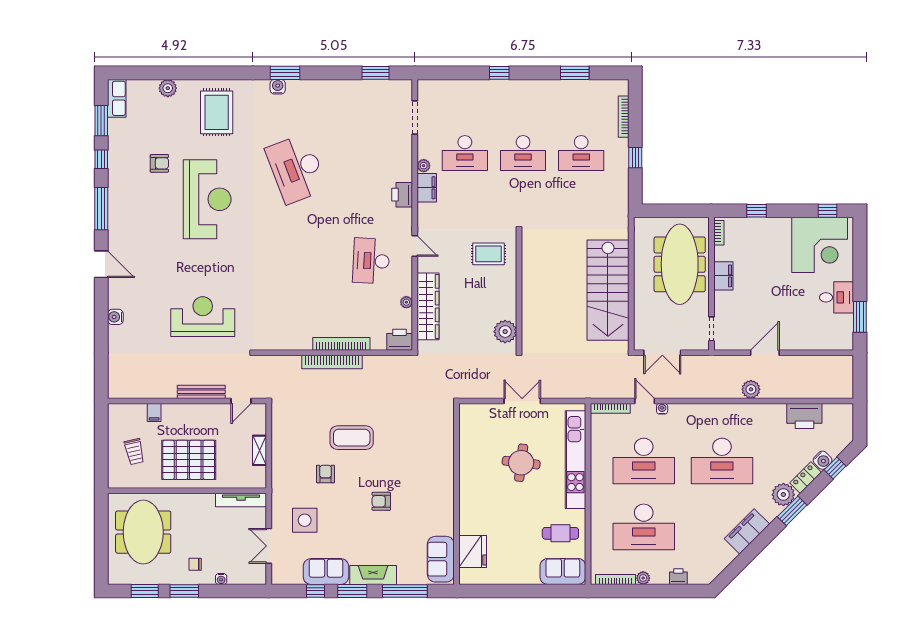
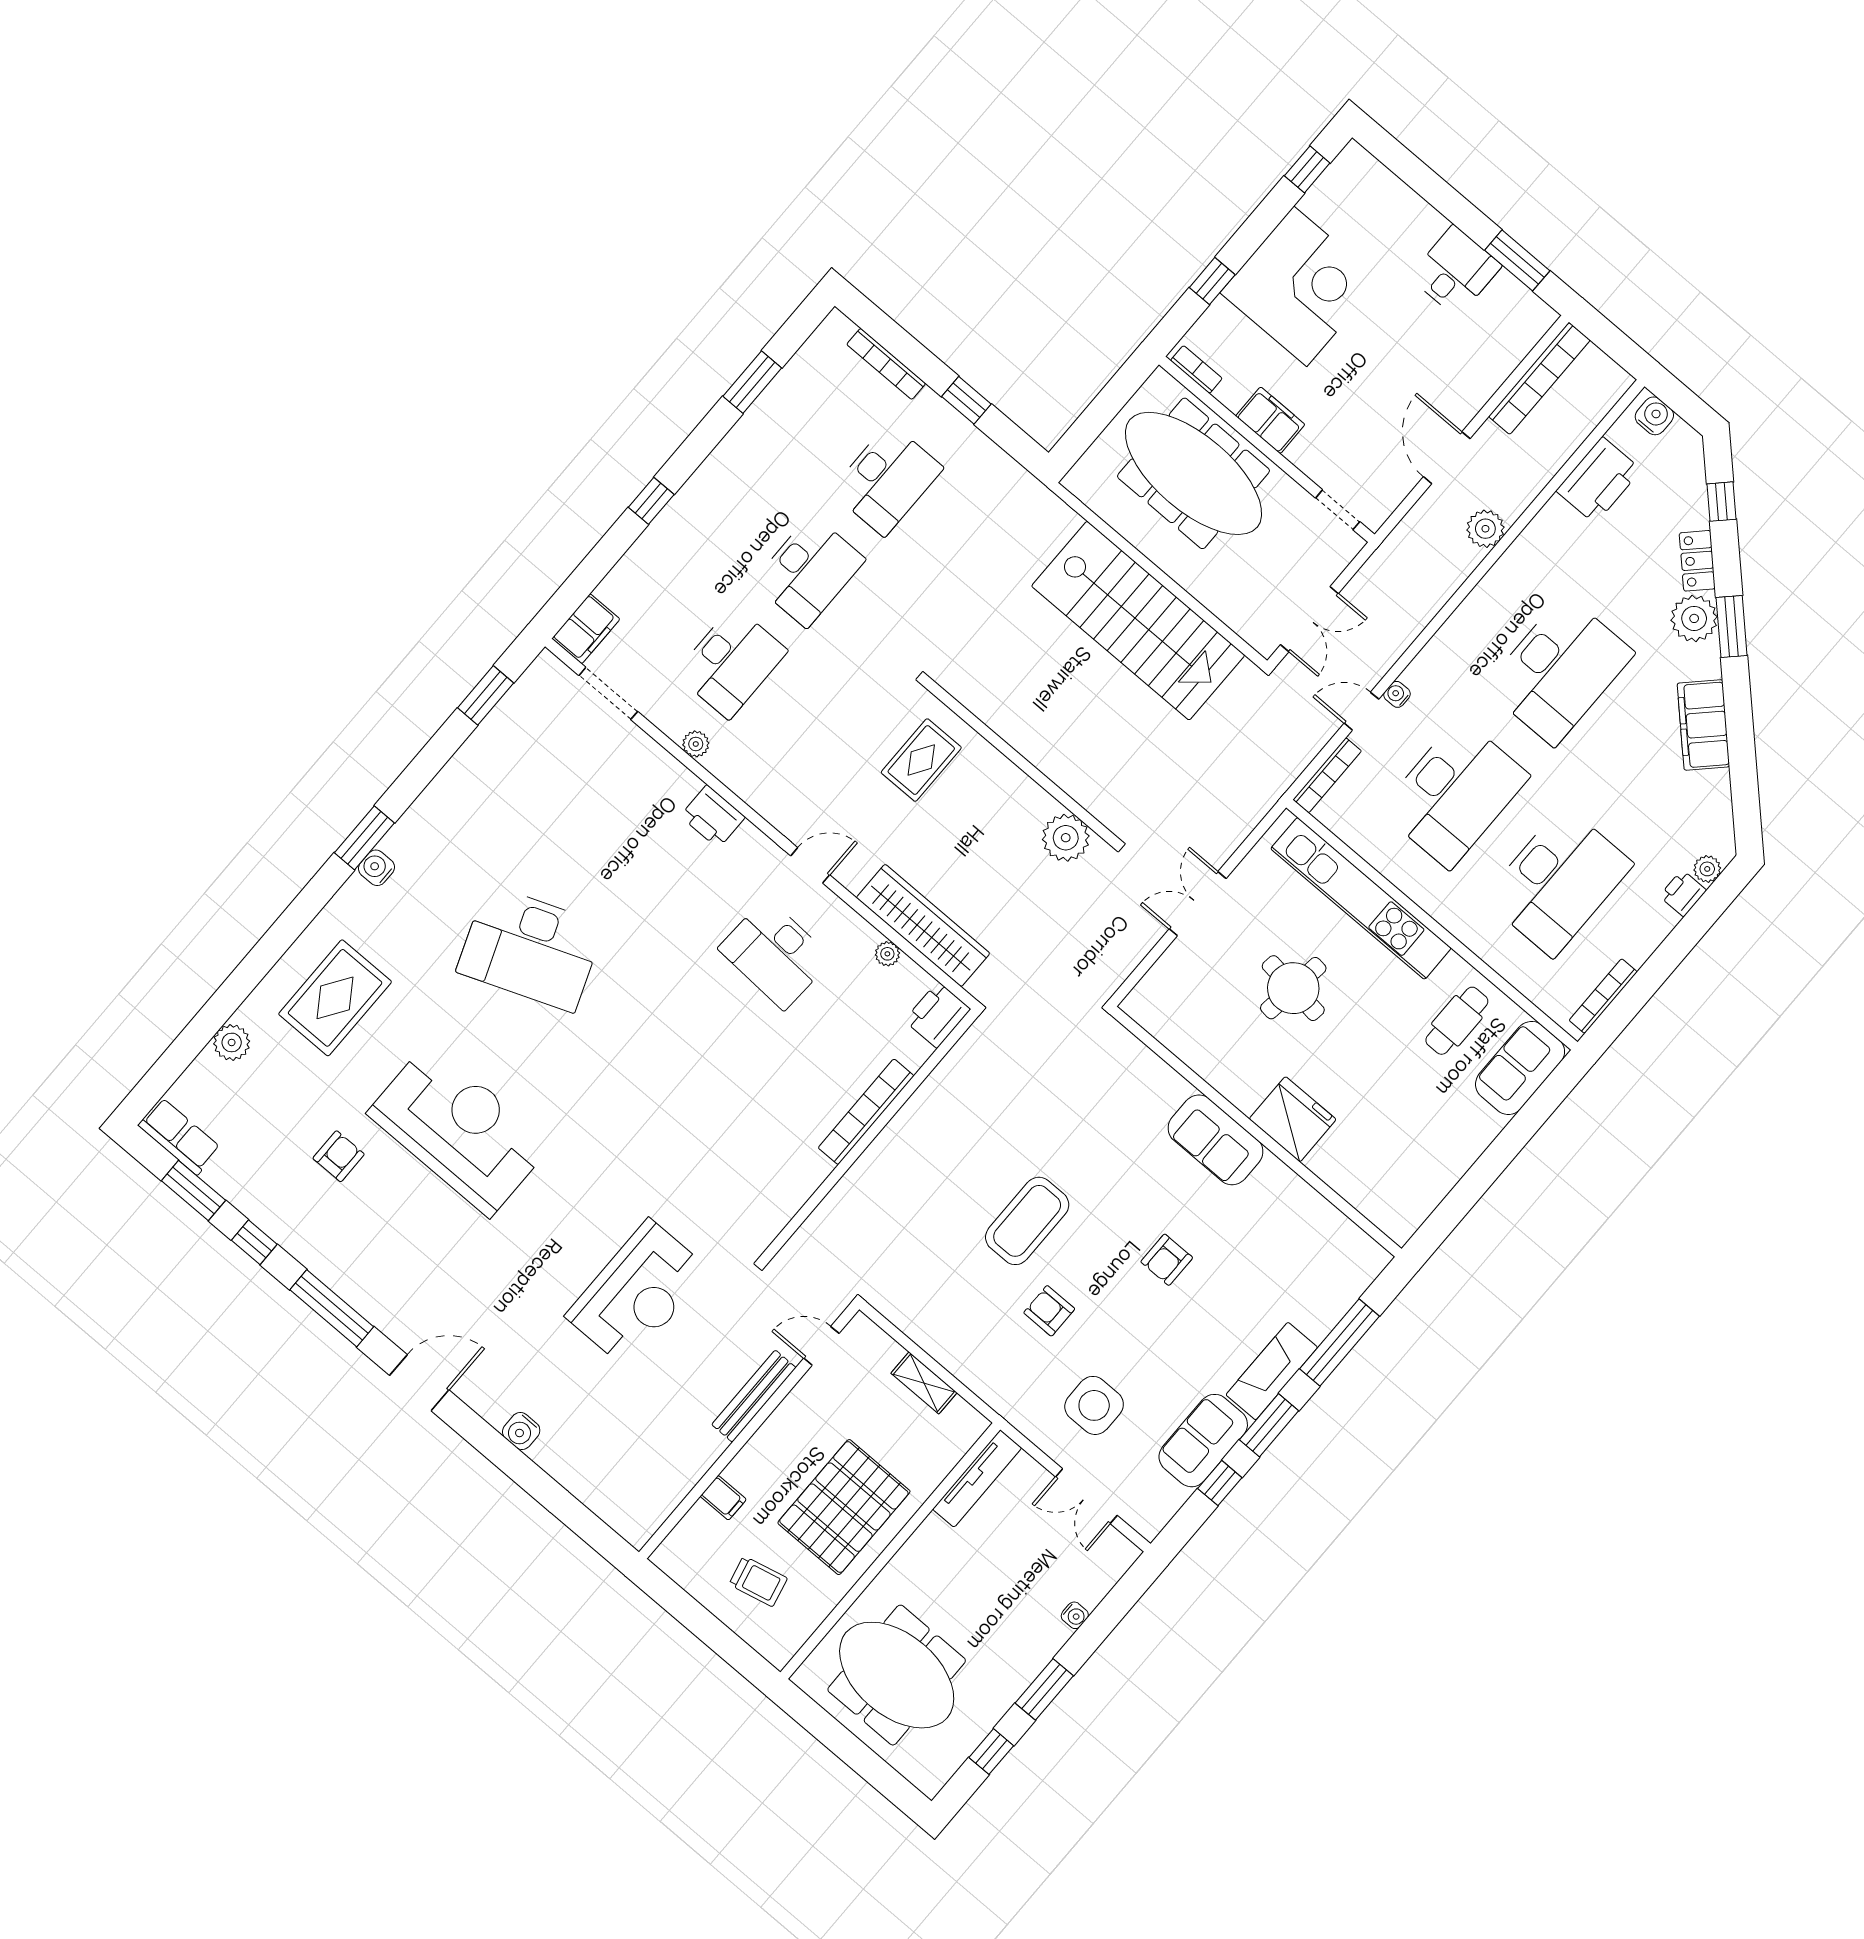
rug: (217, 112) -> (335, 998), turned 90
filing cabinet: (427, 188) -> (586, 629), moved, turned 90
corner desk: (820, 245) -> (1300, 286), moved
reception desk: (203, 317) -> (637, 1293), turned 180
bookcase: (332, 362) -> (1539, 378), moved
door: (241, 401) -> (821, 1346), swing flipped
water cooler: (823, 460) -> (1654, 416), moved, turned -45
fridge: (473, 552) -> (1293, 1119), moved
sofa: (441, 559) -> (1215, 1140), moved
chair: (195, 564) -> (1017, 1637), removed
plant: (643, 578) -> (1707, 869), moved
window: (145, 591) -> (991, 1752), width x0.67

